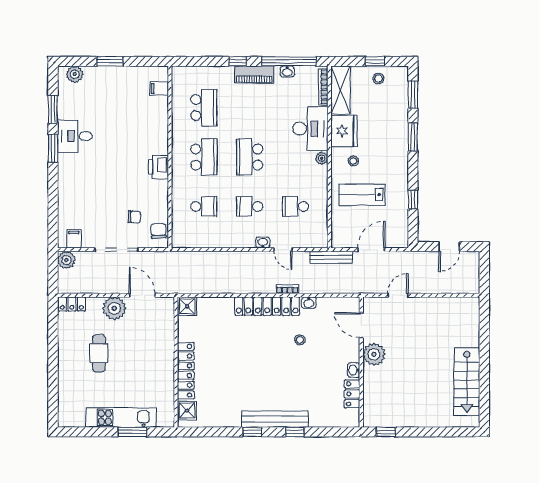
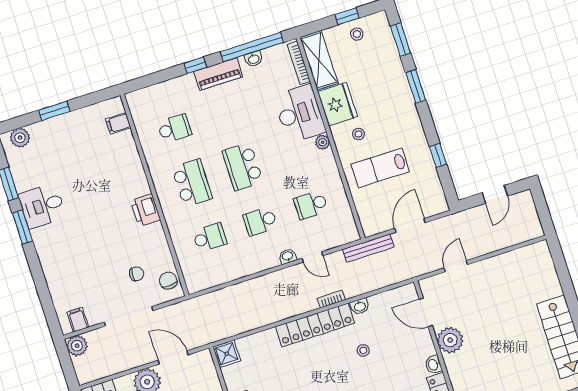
school desk: (204, 108) -> (174, 128), width x0.54

